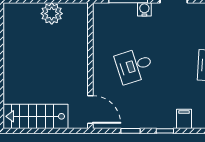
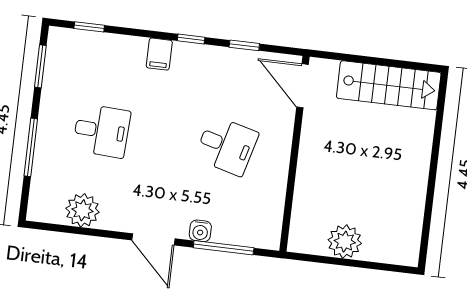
desk: (134, 66) -> (227, 146), turned 33

